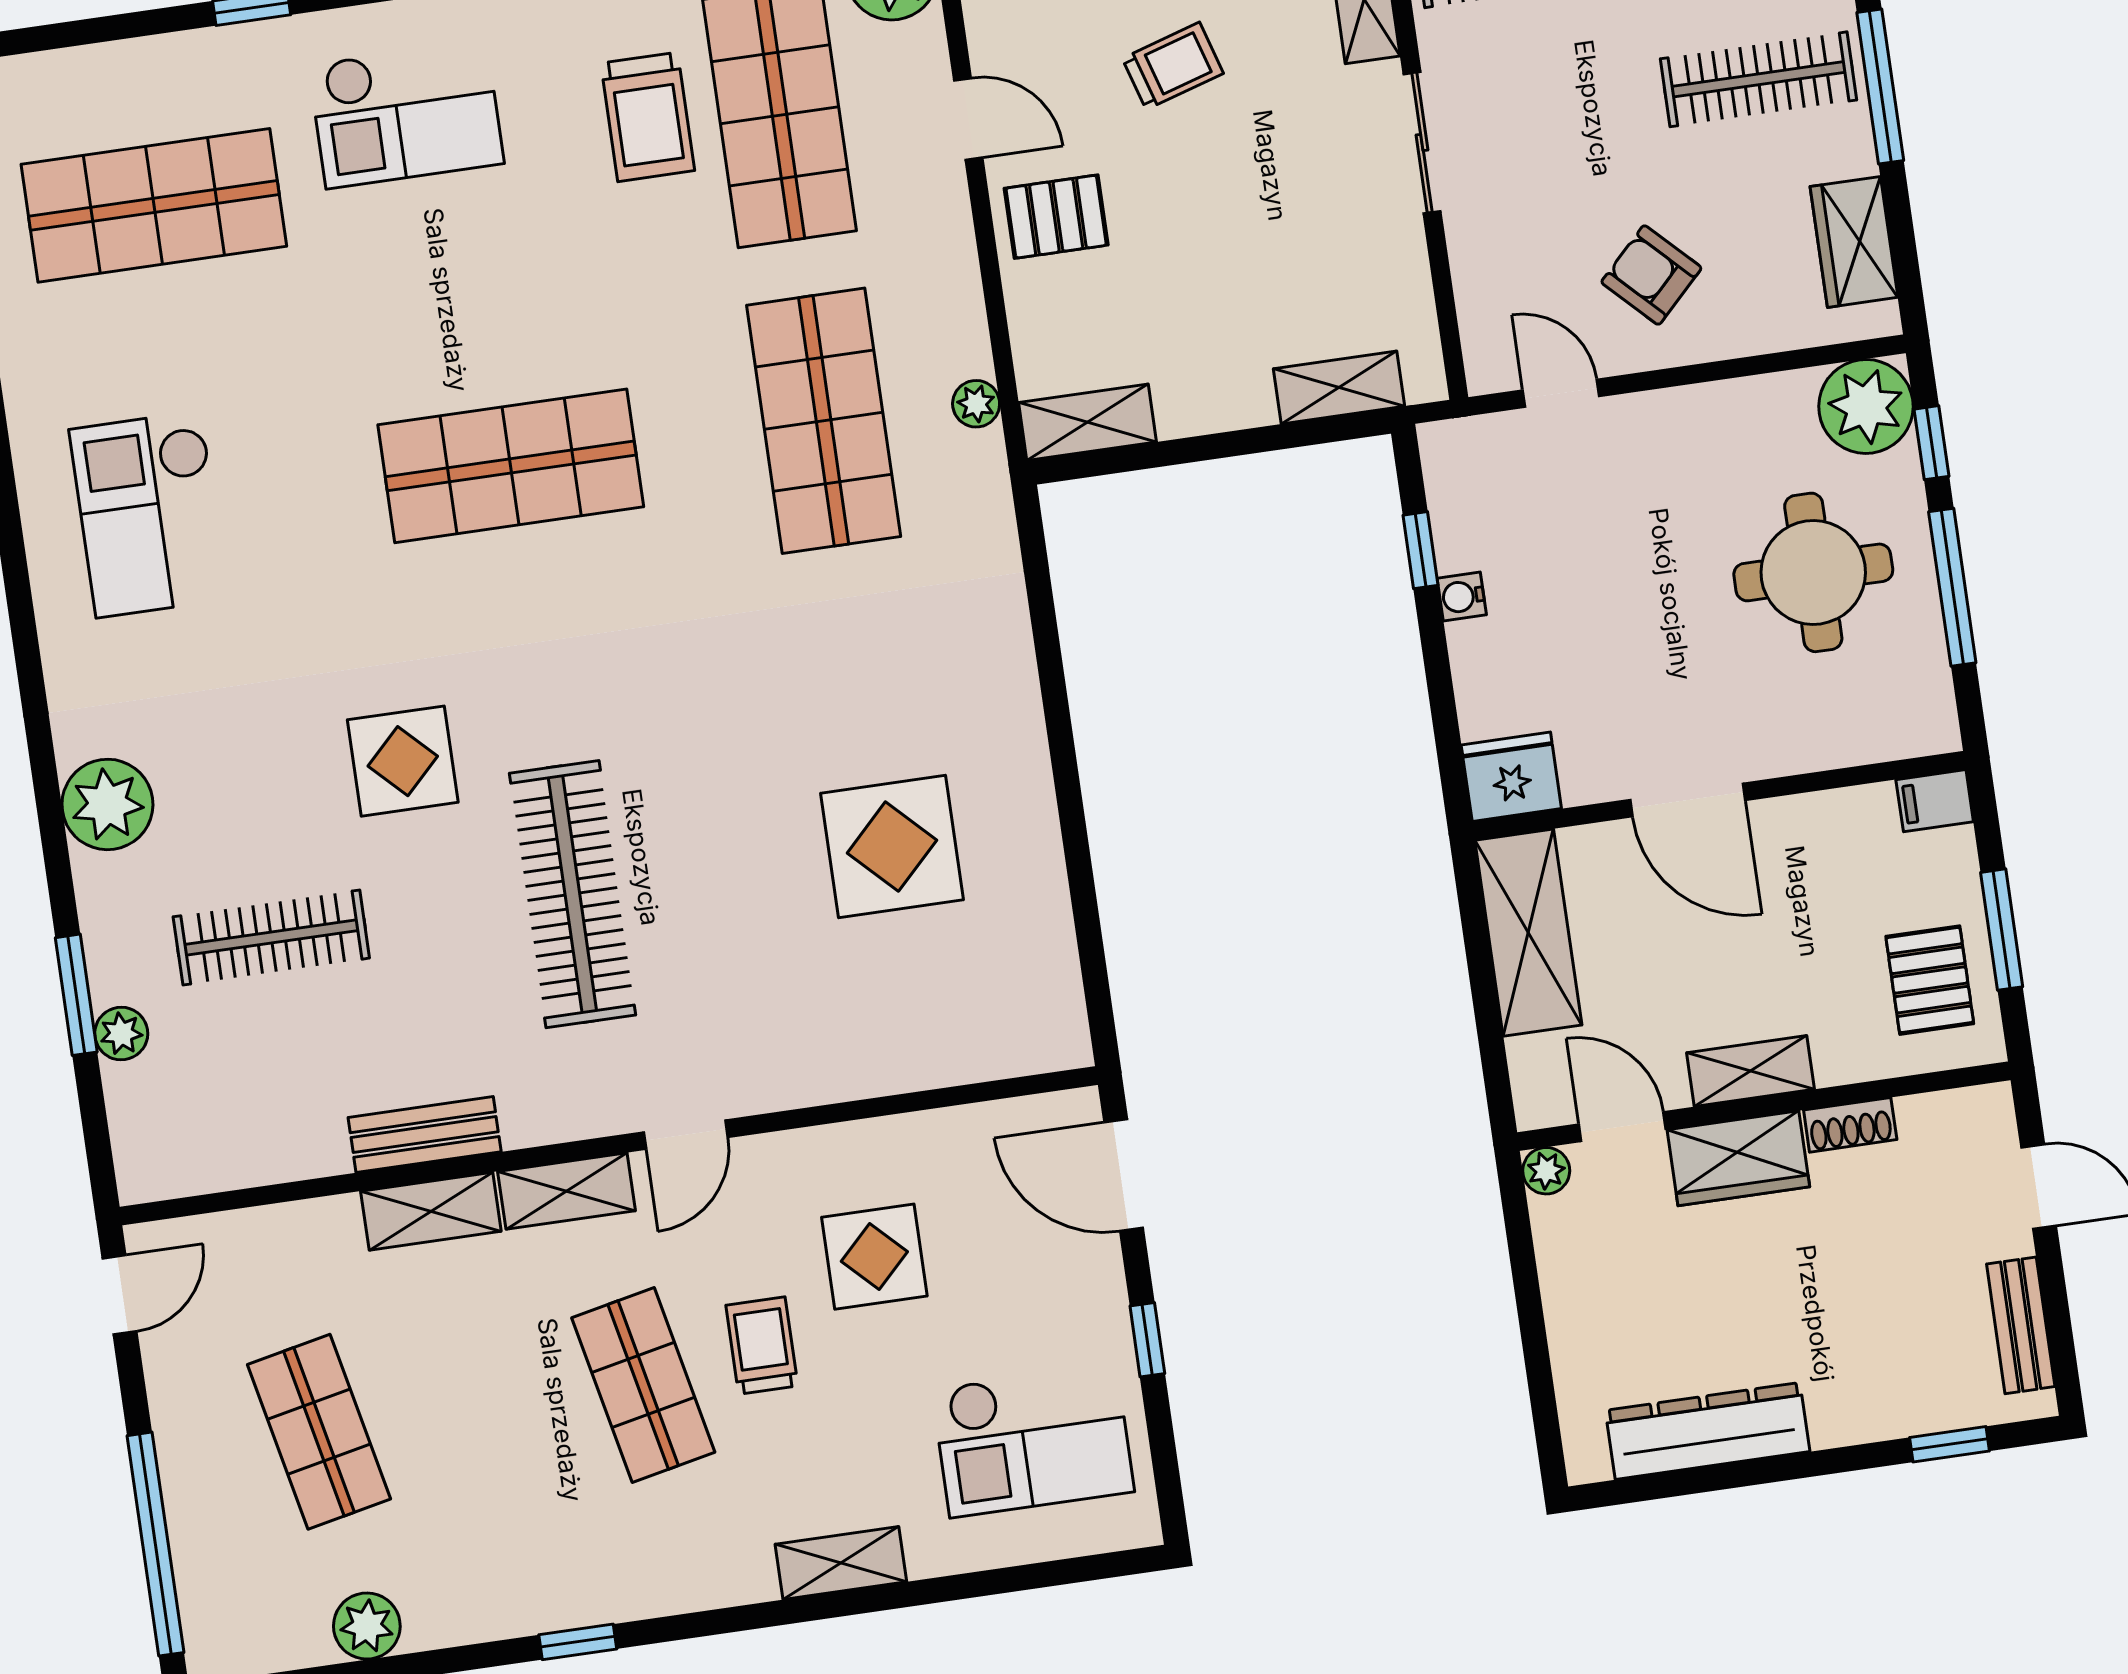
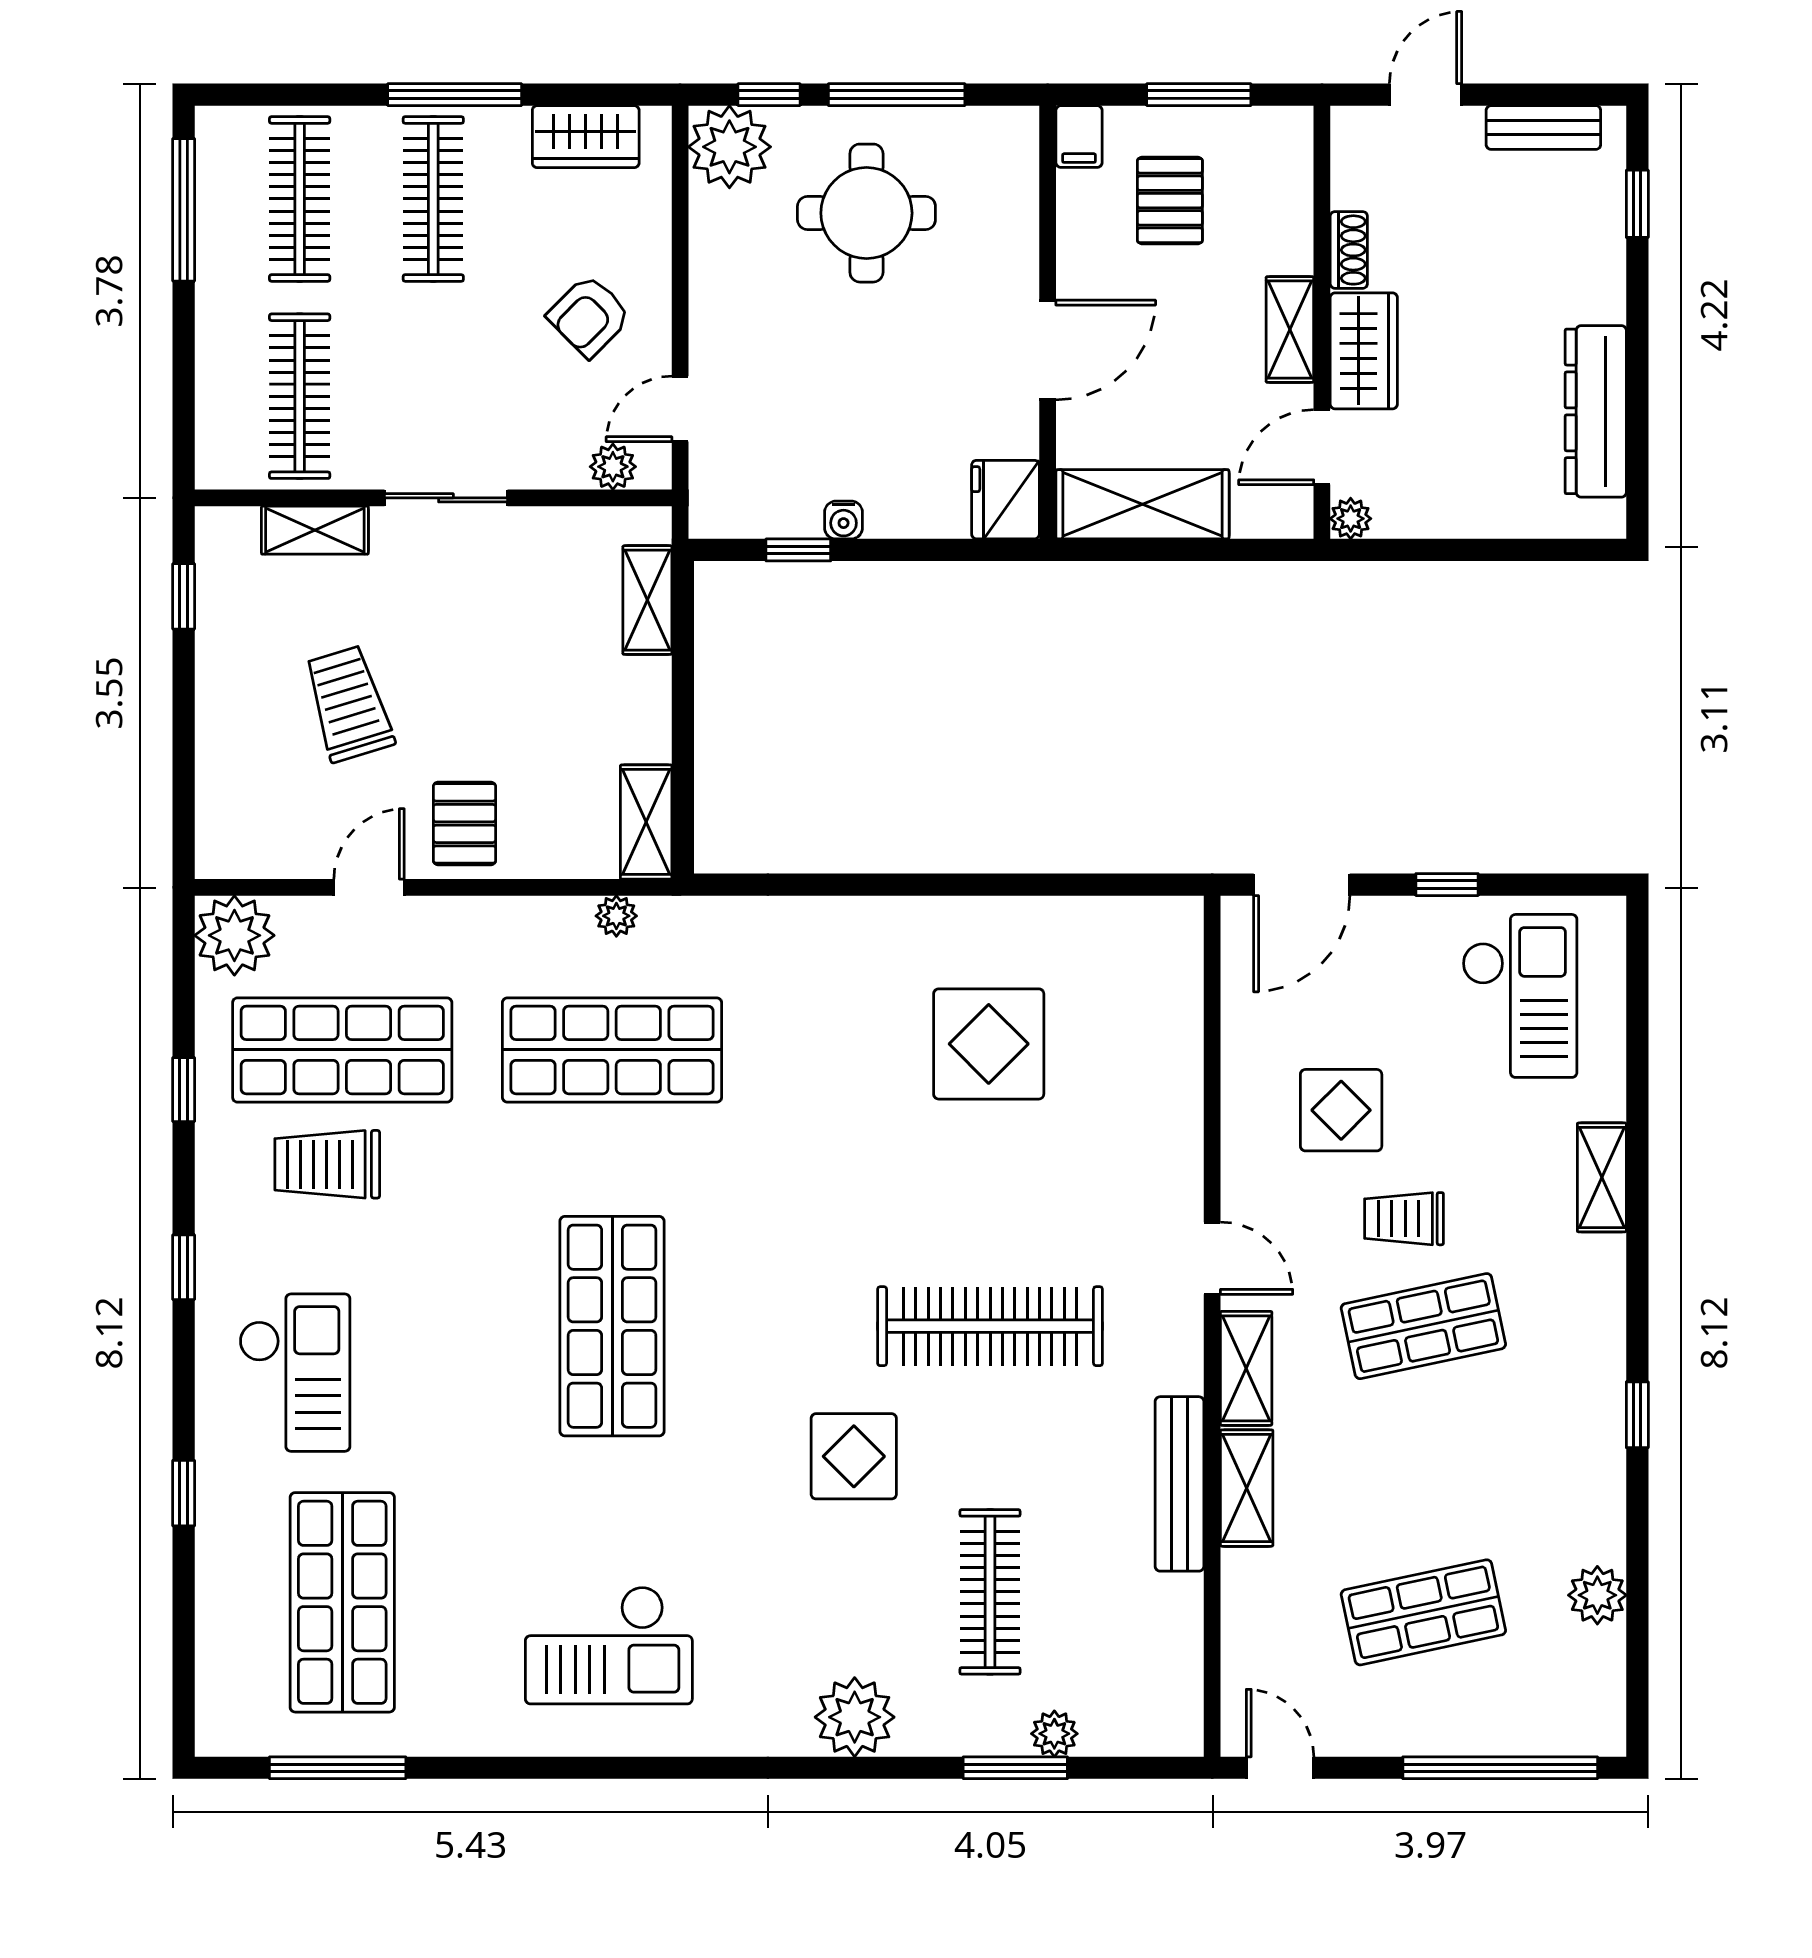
trolley: (1173, 66) -> (349, 704), width x1.36, depth x1.39
trolley: (648, 117) -> (327, 1164), turned 180
plant: (1484, 327) -> (613, 467), added
pallet: (1930, 980) -> (1170, 201), moved, turned 90
bench: (425, 1135) -> (1180, 1484), width x1.36

